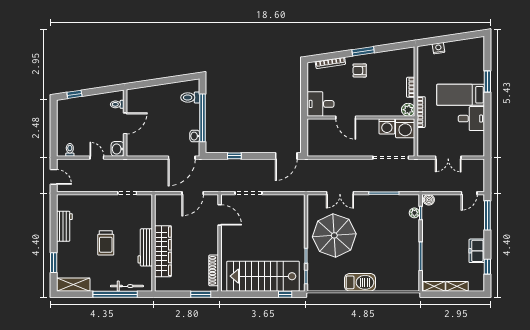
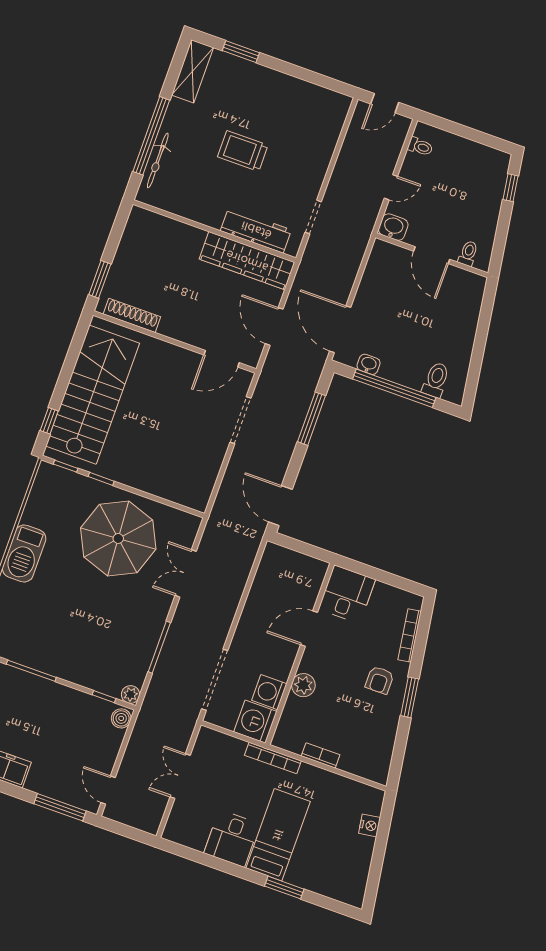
armchair: (360, 70) -> (379, 680), turned 180
plant: (408, 110) -> (303, 685), moved
window: (234, 156) -> (311, 419), width x2.17
plant: (414, 213) -> (131, 694), moved
workbench: (64, 226) -> (296, 92), removed
workbench: (145, 247) -> (256, 230), moved
wardrobe: (163, 251) -> (247, 261), moved

